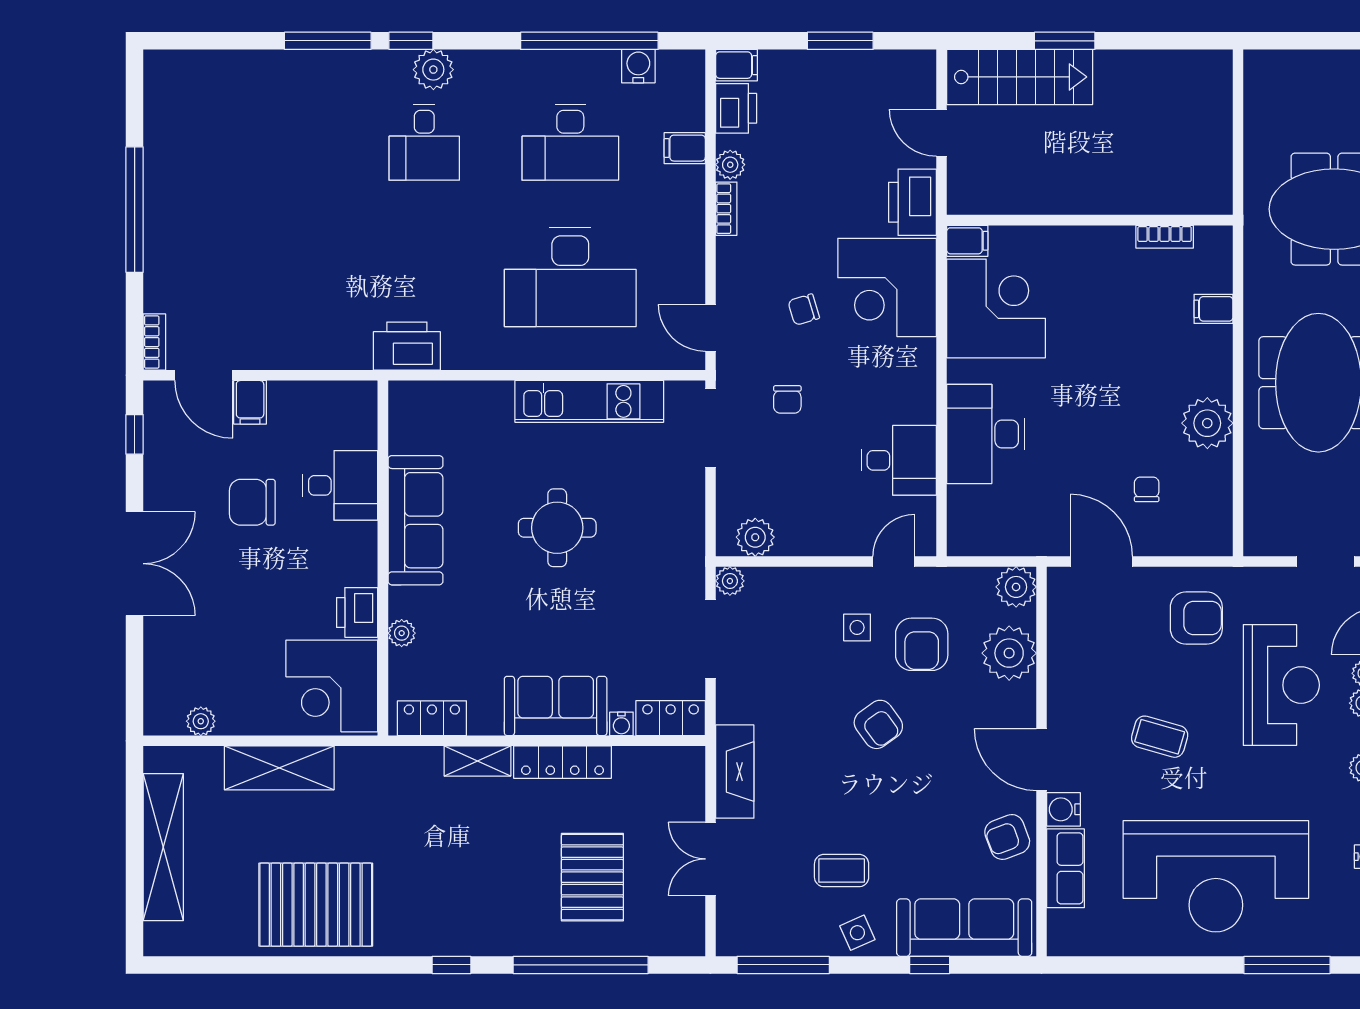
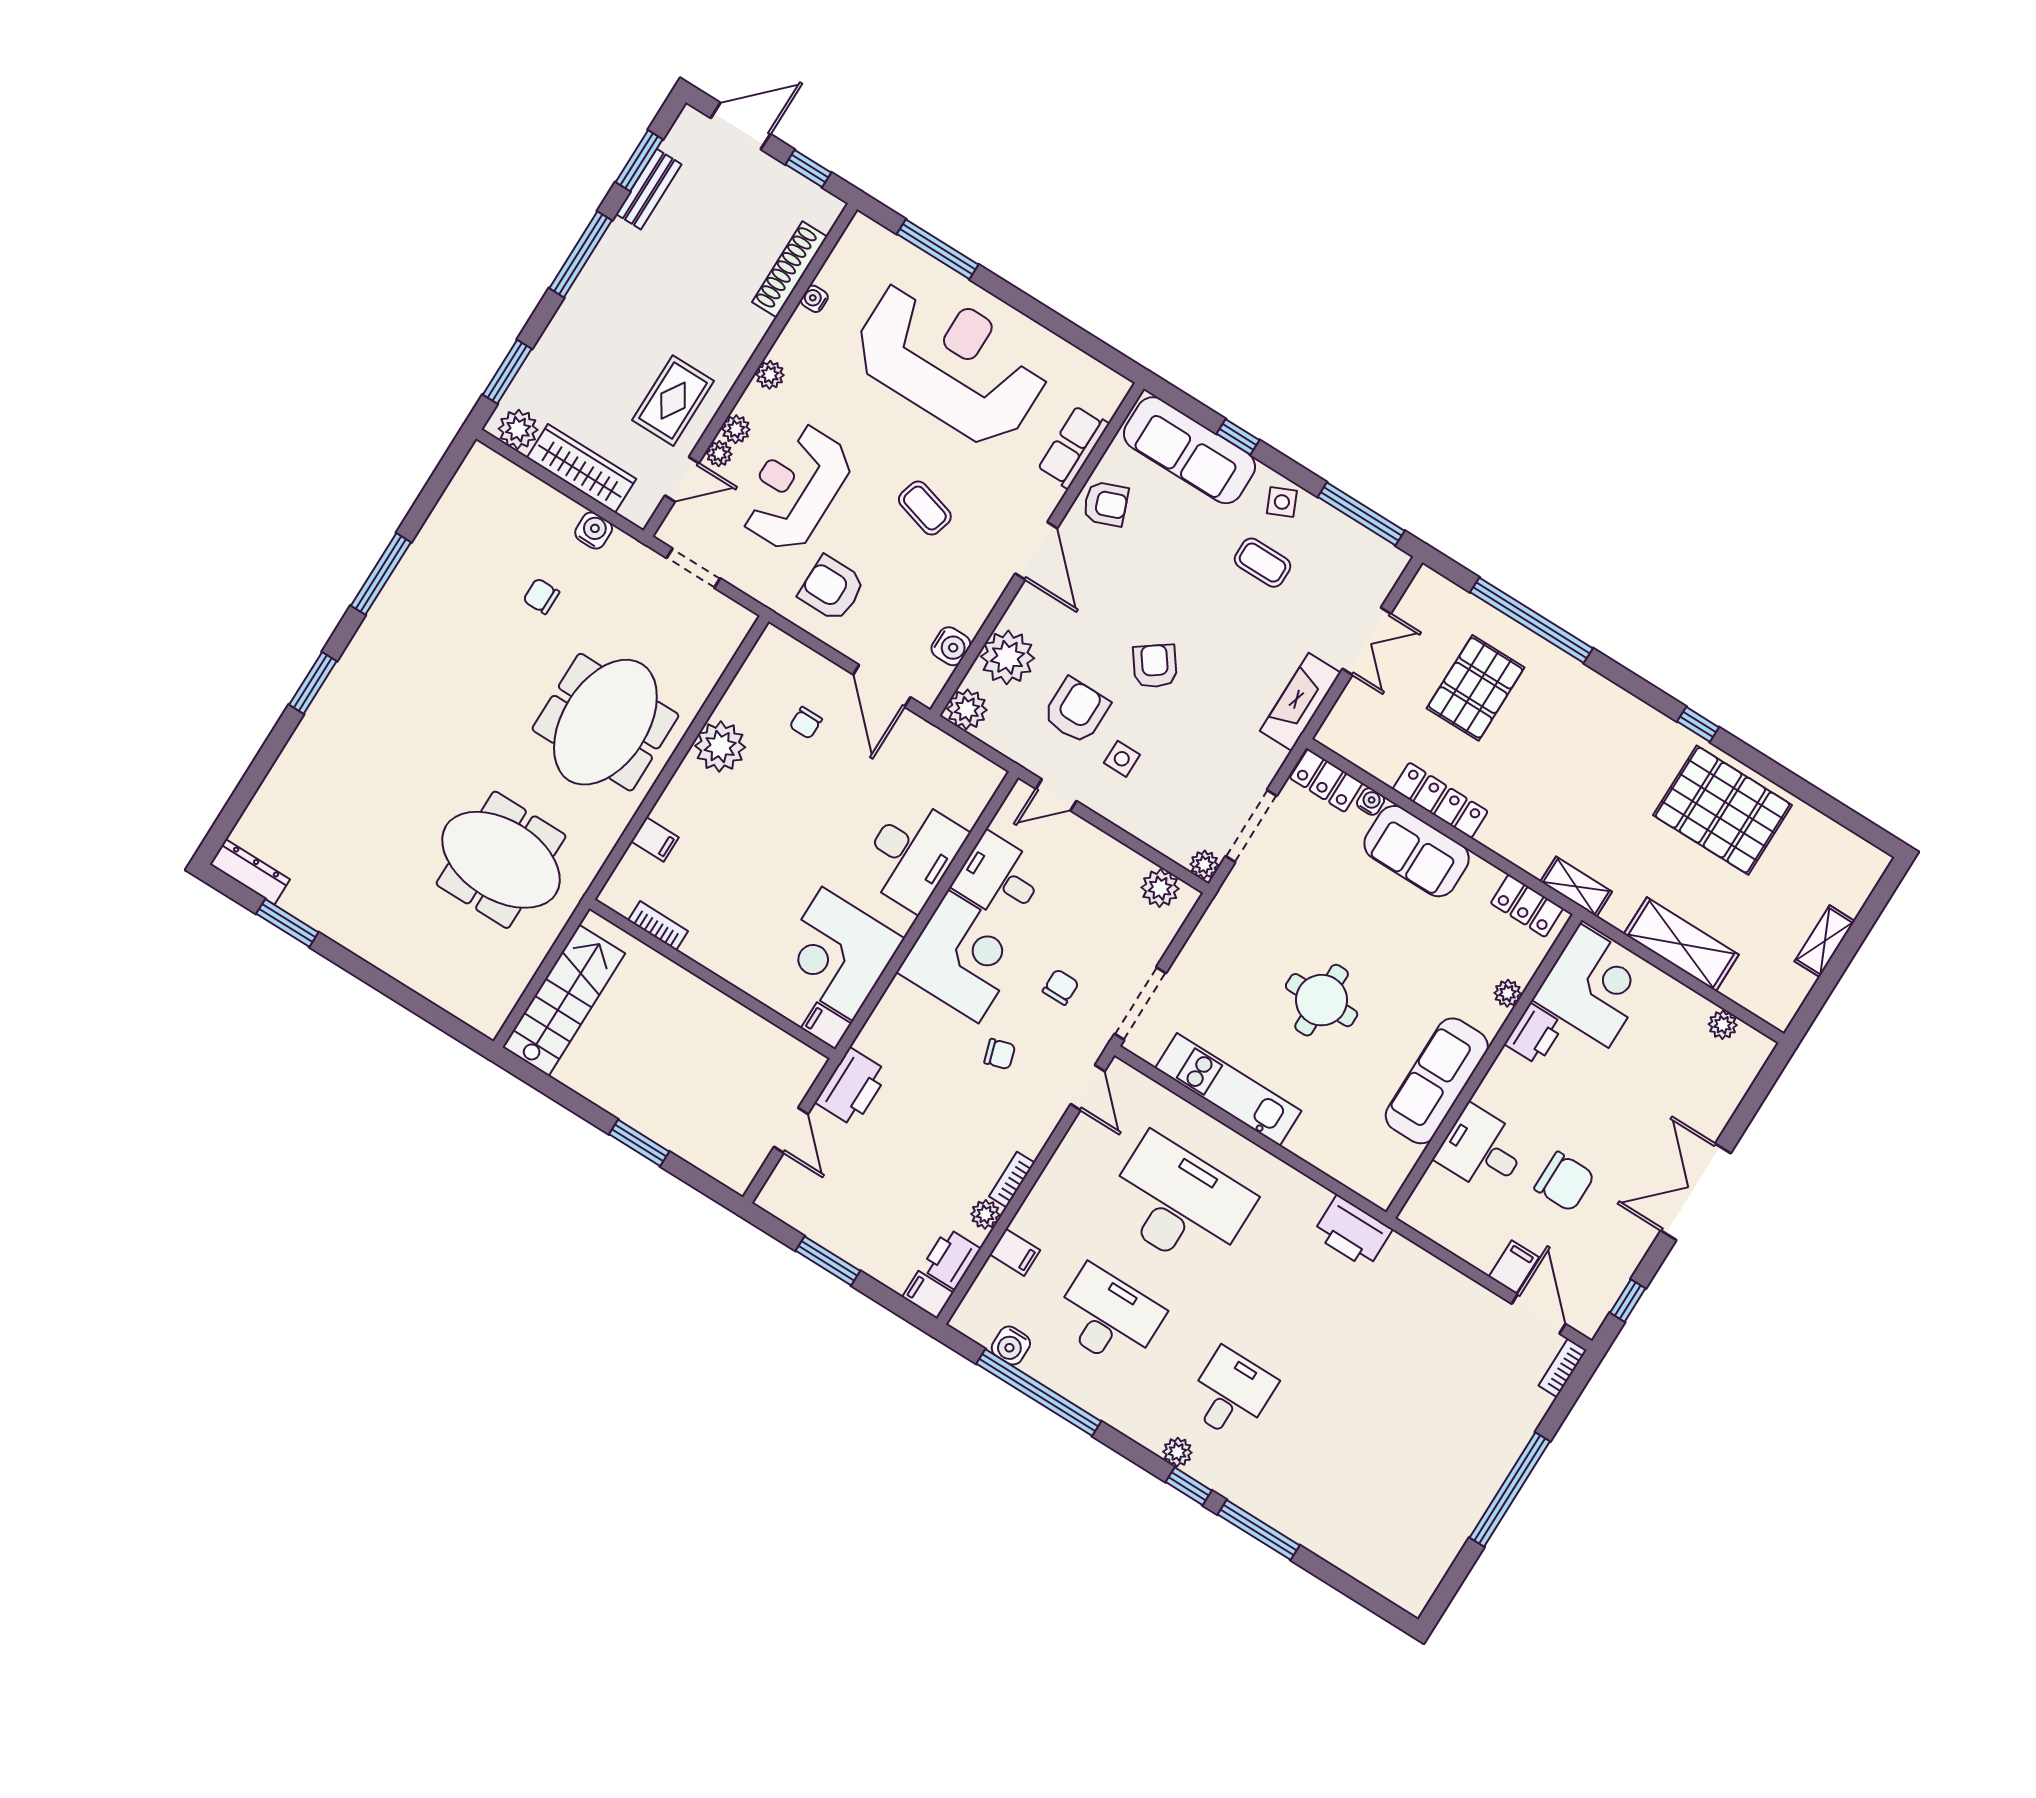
plant: (433, 70) -> (1177, 1452), width x0.73, depth x0.73
stairs: (1020, 77) -> (564, 1000), moved, turned 90
corner desk: (887, 287) -> (963, 956), moved
shelving: (477, 761) -> (1576, 887), moved
water cooler: (1063, 809) -> (951, 646), moved
shelving: (163, 847) -> (1825, 941), width x0.45, depth x0.75
window: (451, 965) -> (1698, 724), moved

